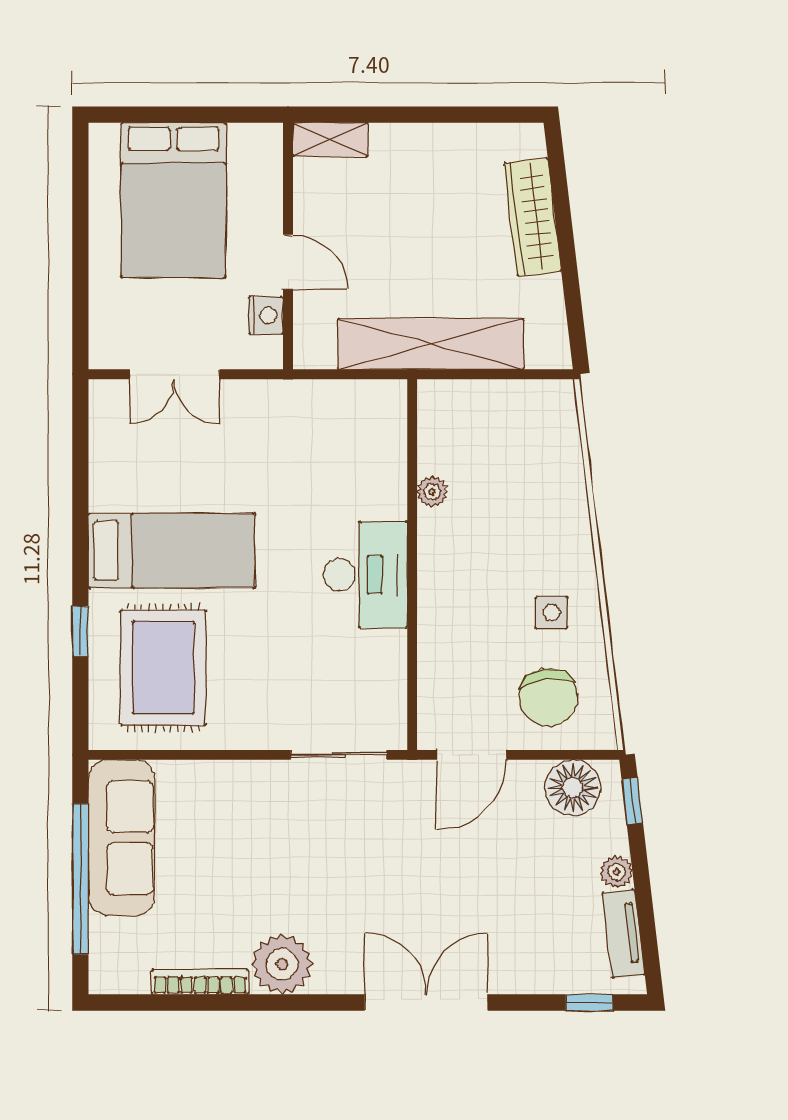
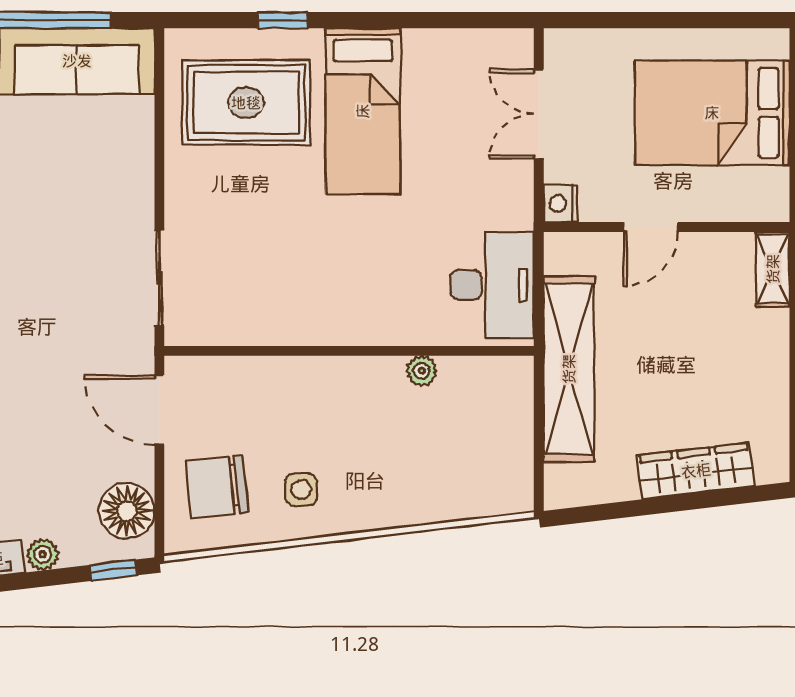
nightstand: (266, 315) -> (561, 204), moved, turned 90
desk: (365, 575) -> (492, 285), moved, turned -90

